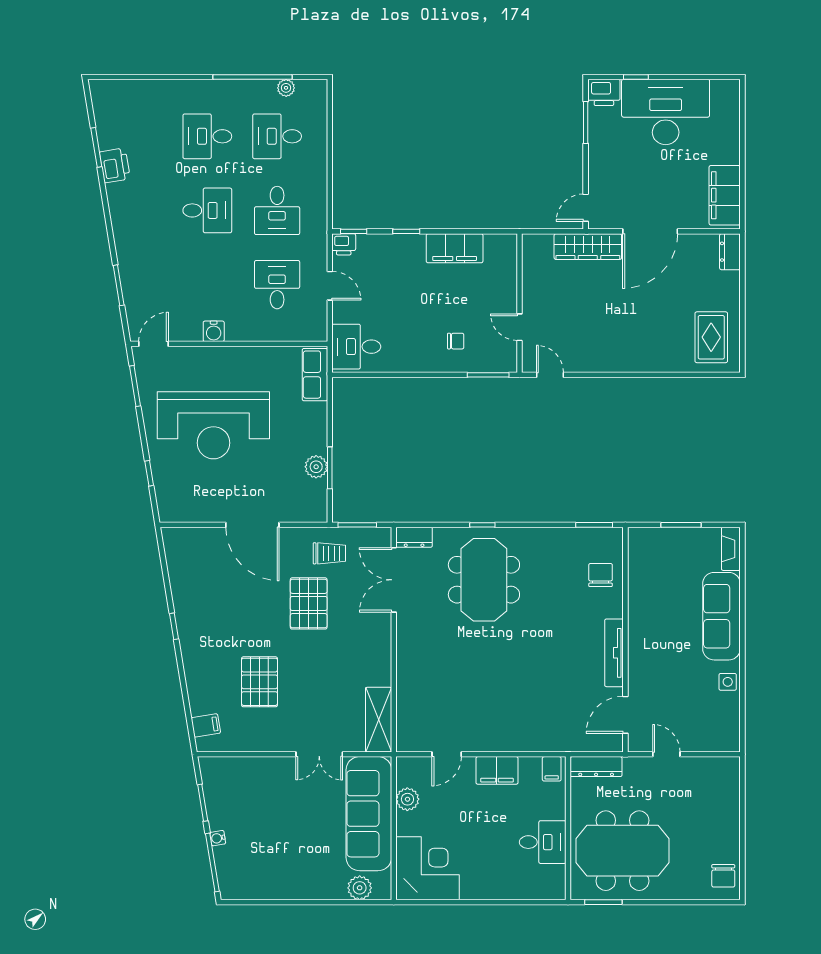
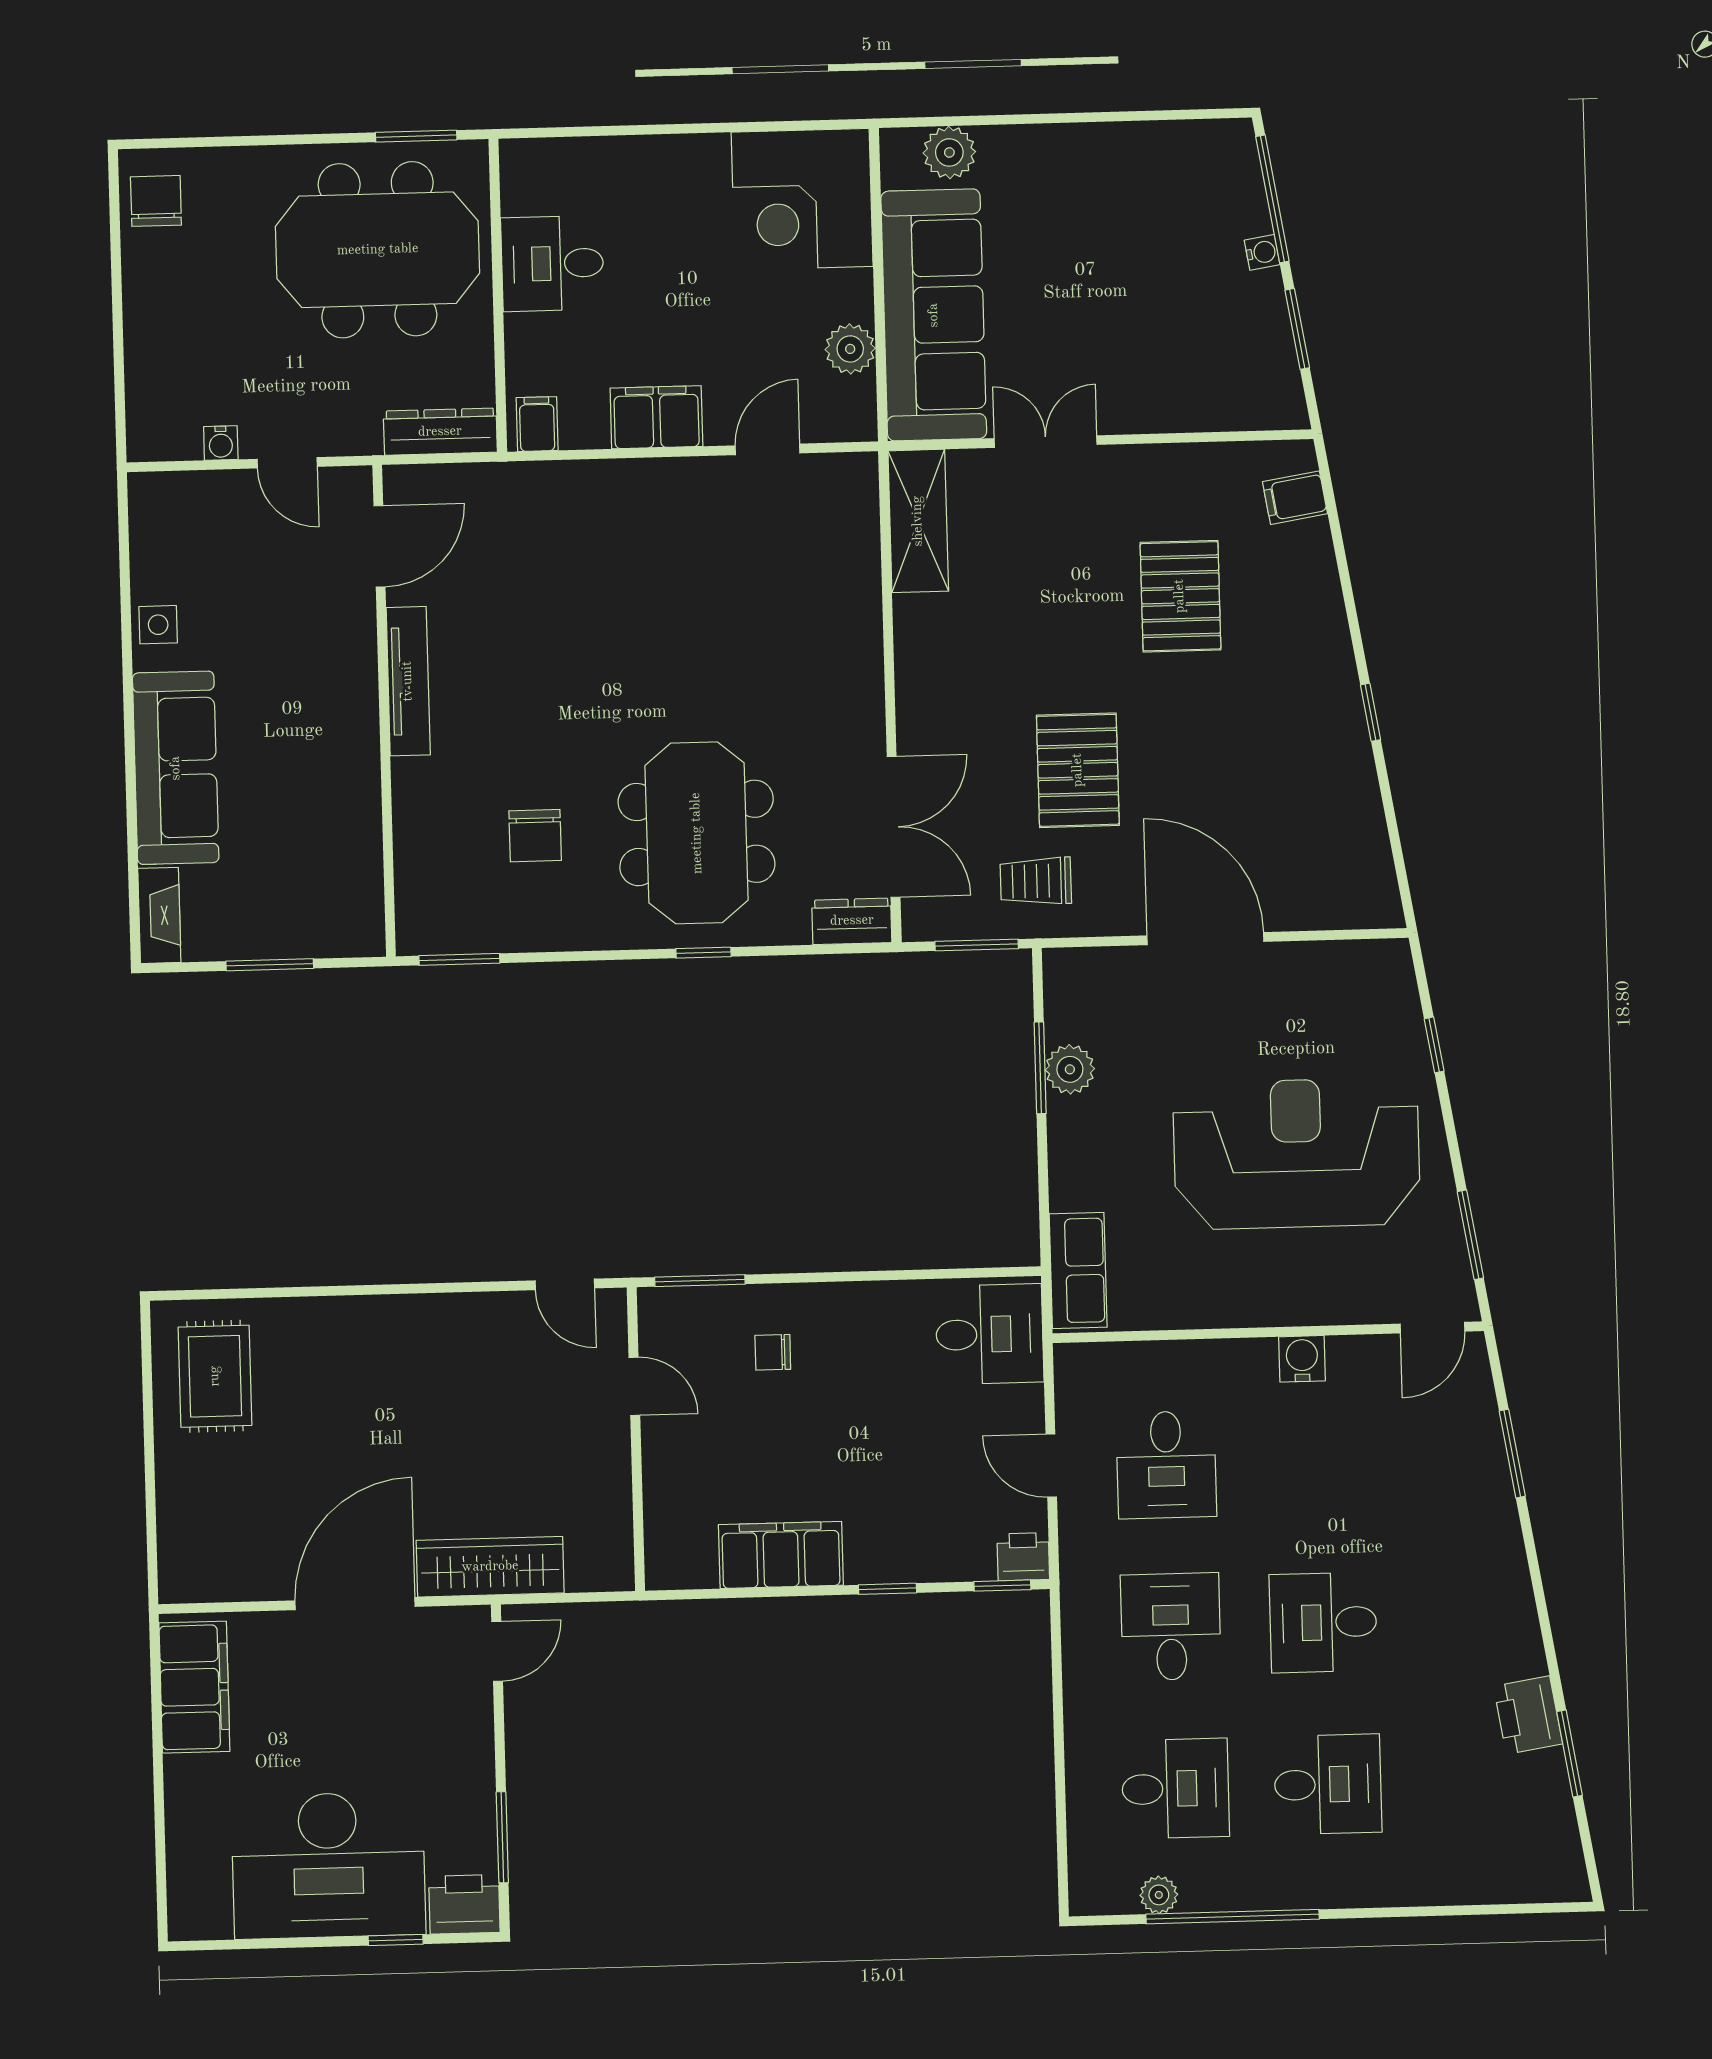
dresser: (730, 252) -> (179, 1564), removed
chair: (601, 575) -> (535, 836), moved
water cooler: (697, 764) -> (221, 443), added

